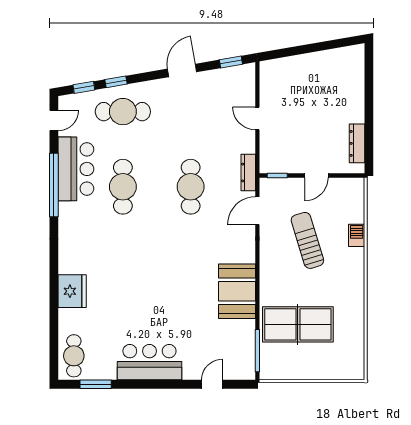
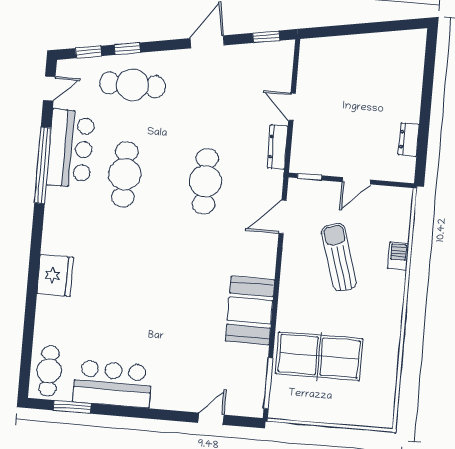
dresser: (357, 143) -> (409, 140), width x0.70
dresser: (248, 173) -> (277, 147), moved
fridge: (72, 291) -> (55, 275), moved
bar counter: (149, 362) -> (112, 384), moved

